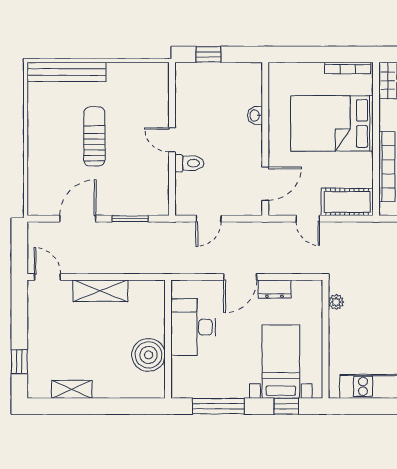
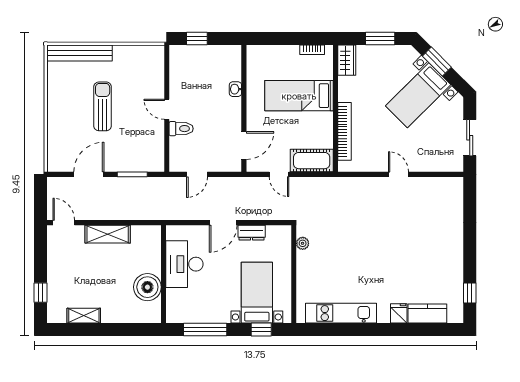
bookcase: (348, 68) -> (312, 50), width x0.64
bed: (332, 123) -> (299, 96), width x0.67

